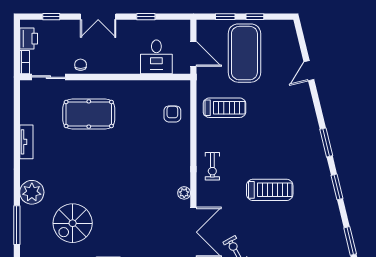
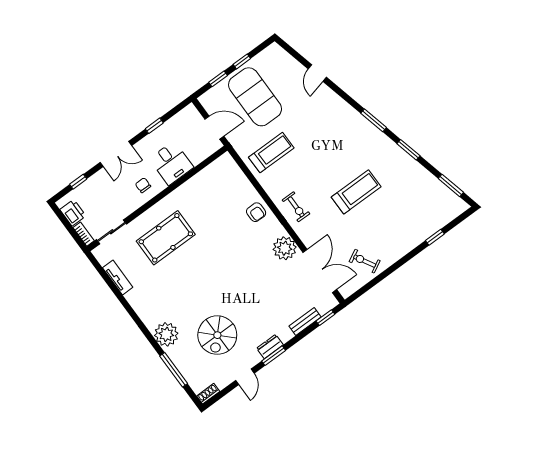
desk: (156, 57) -> (171, 163), moved
chair: (81, 65) -> (143, 185), moved
armchair: (172, 114) -> (256, 212), moved, turned 180
tv unit: (26, 142) -> (118, 277), moved
plant: (184, 193) -> (285, 248), width x1.88, depth x1.88

